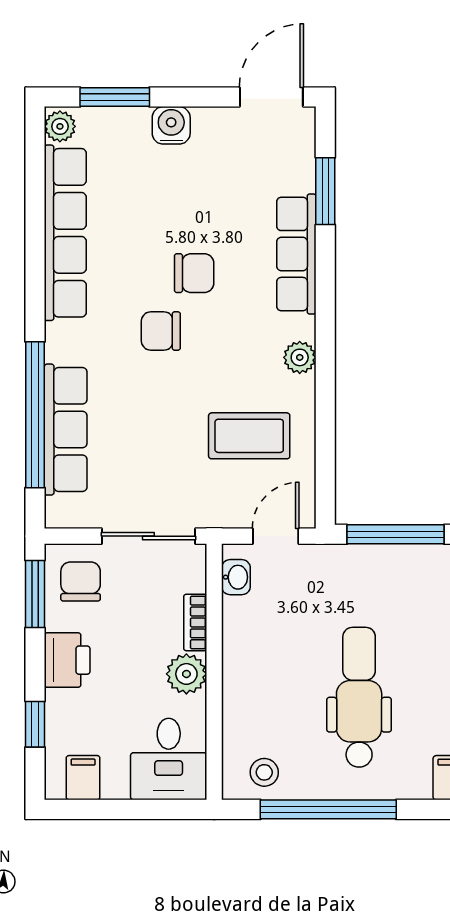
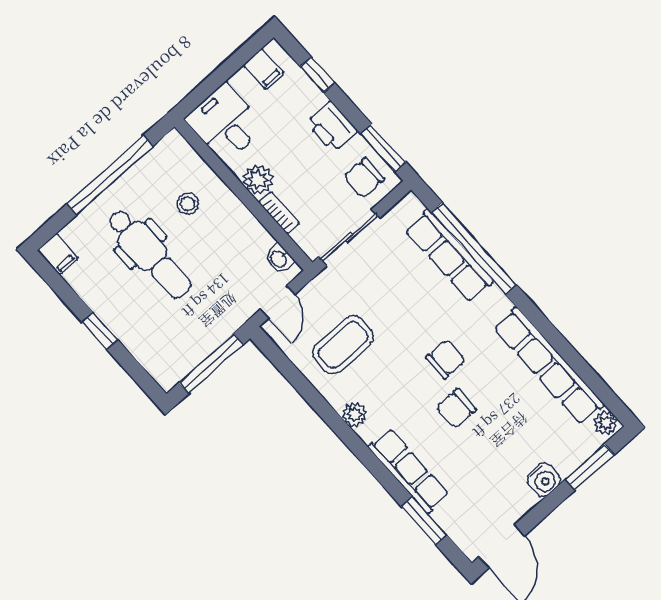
chair: (81, 582) -> (364, 178), turned 90
stool: (264, 772) -> (188, 204), moved

